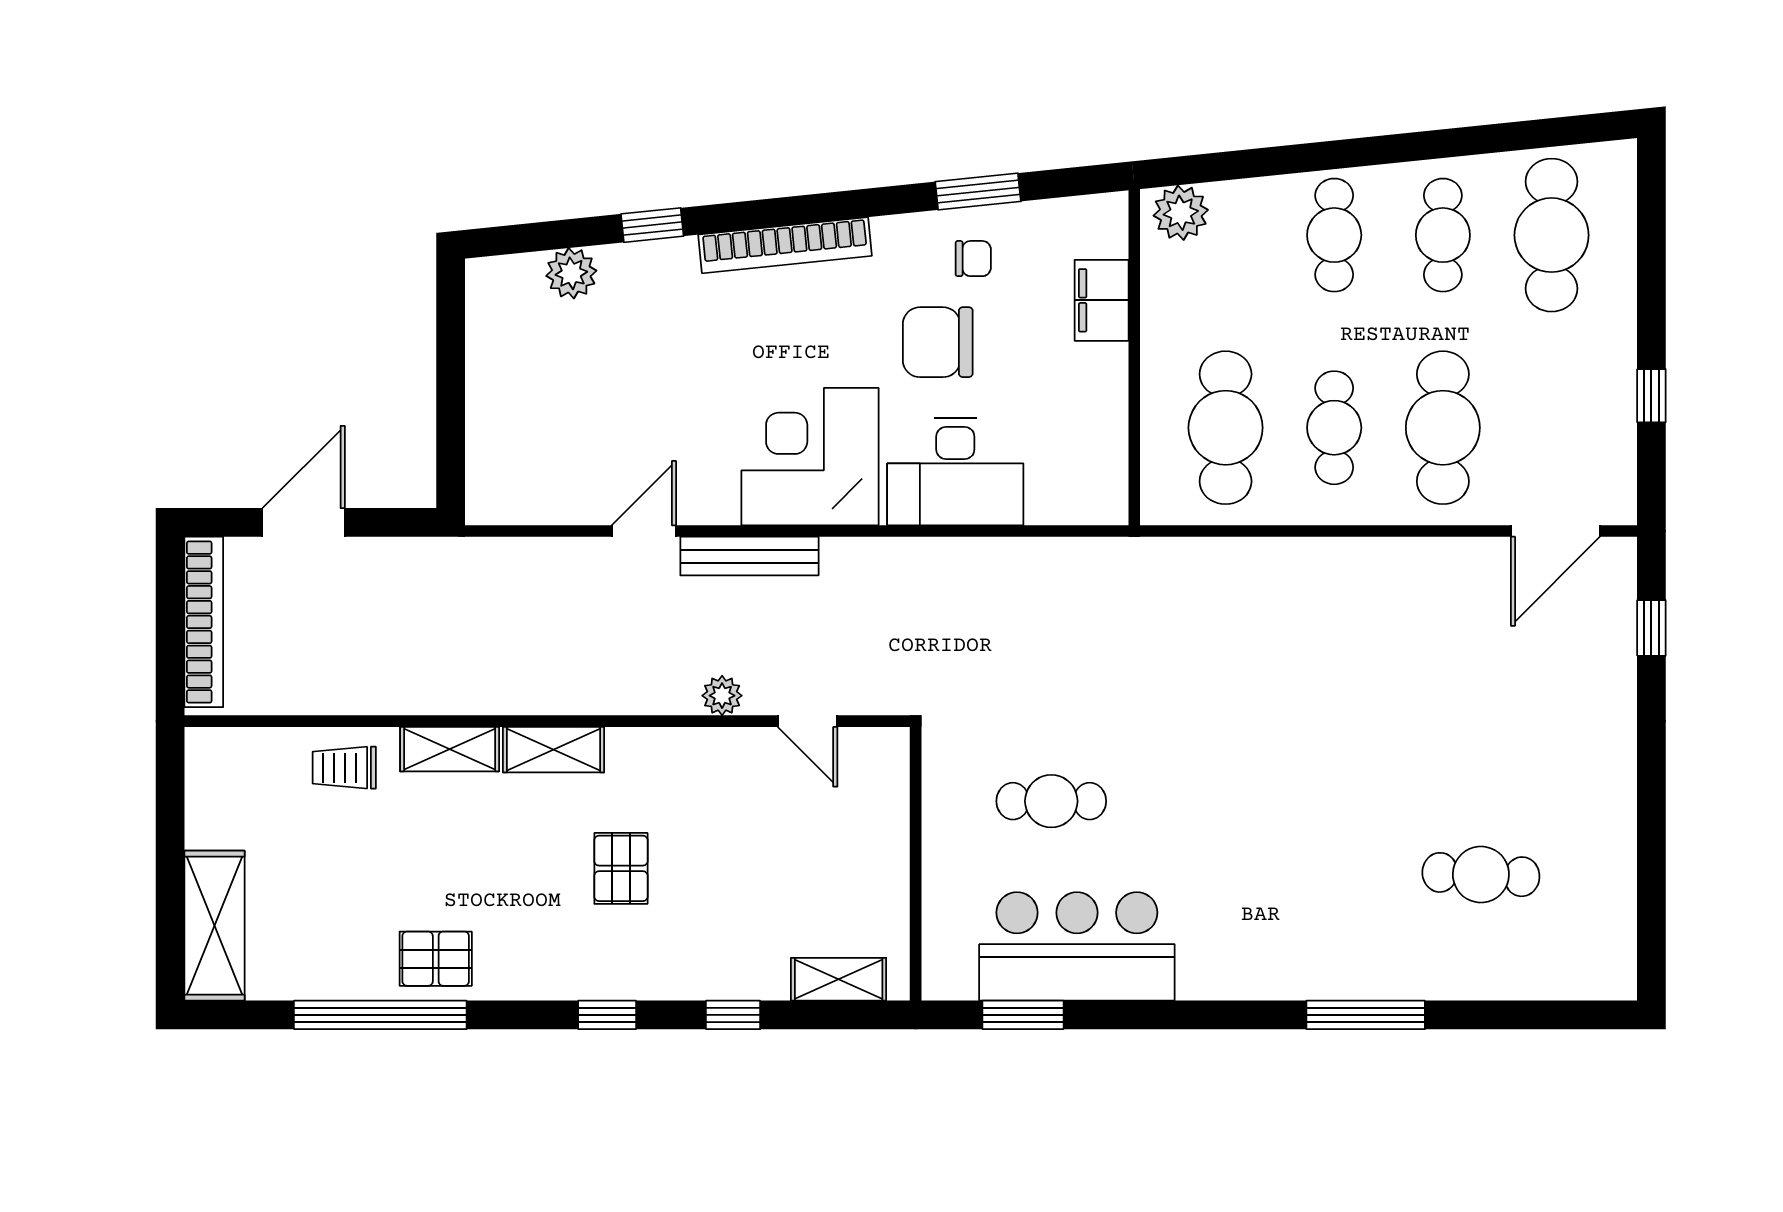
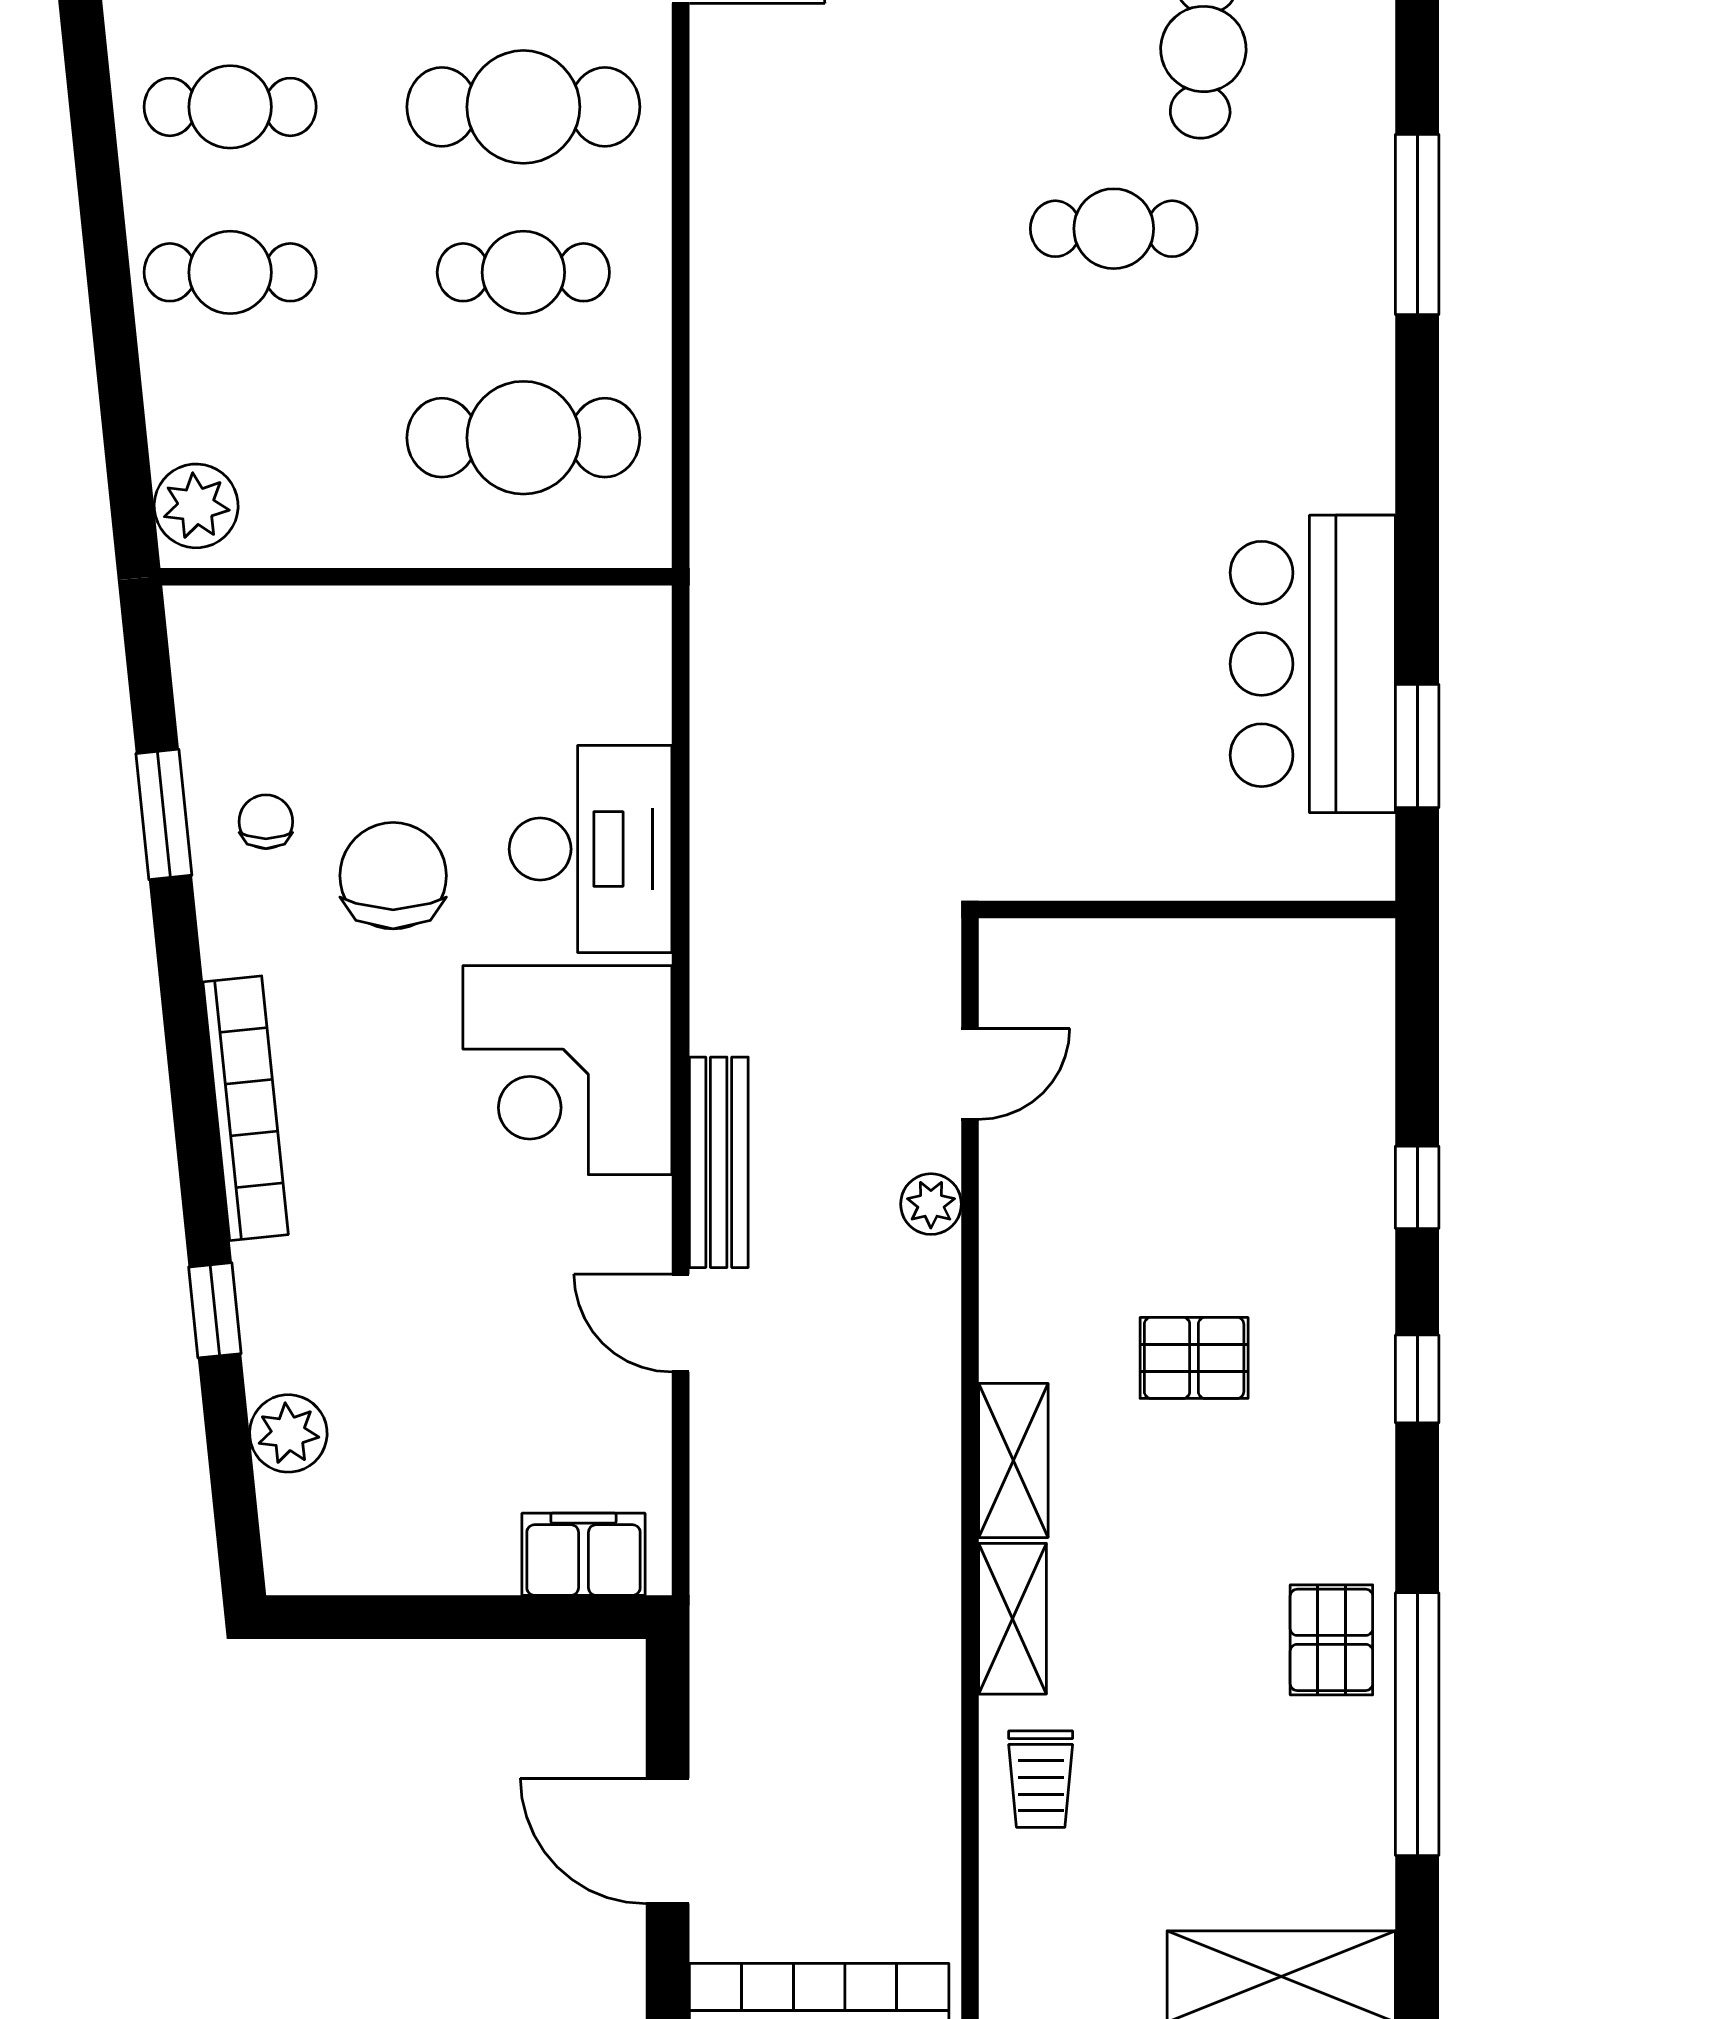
filing cabinet: (1102, 300) -> (583, 1554), moved, turned 180
chair: (938, 342) -> (393, 876), turned 180
cafe table: (1051, 801) -> (1114, 229), moved, turned 90
shelving: (839, 979) -> (1363, 1027), removed

